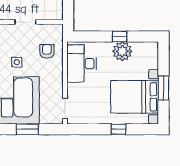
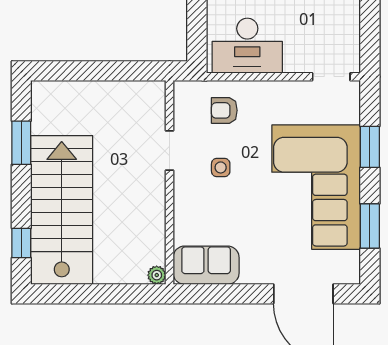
side table: (17, 62) -> (221, 167), moved

